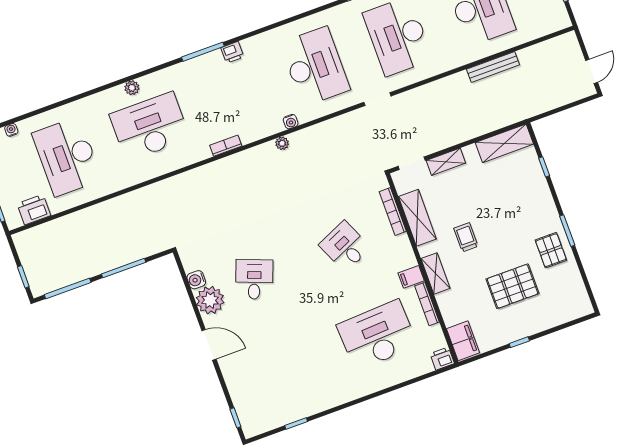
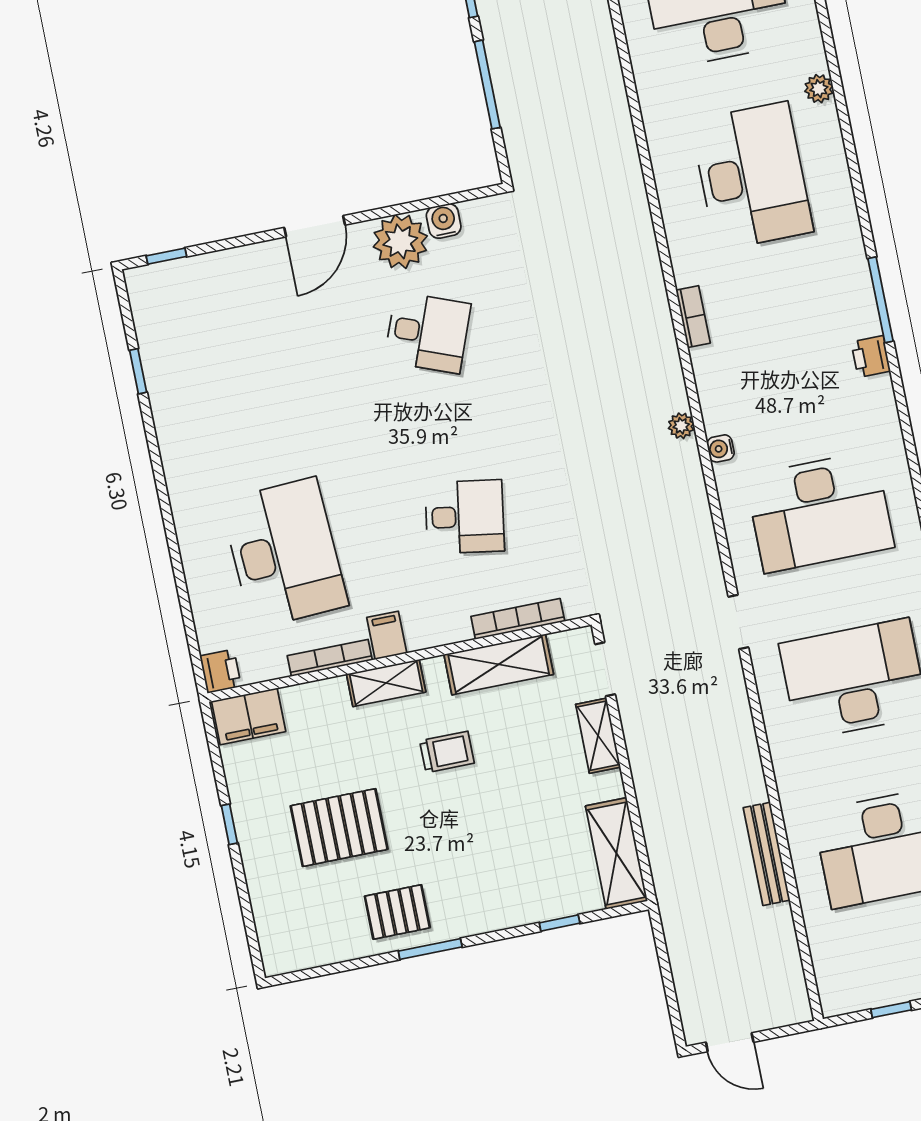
plant: (132, 88) -> (819, 89), moved
desk: (345, 246) -> (465, 517), turned 33
pallet: (513, 286) -> (339, 828), turned 90

